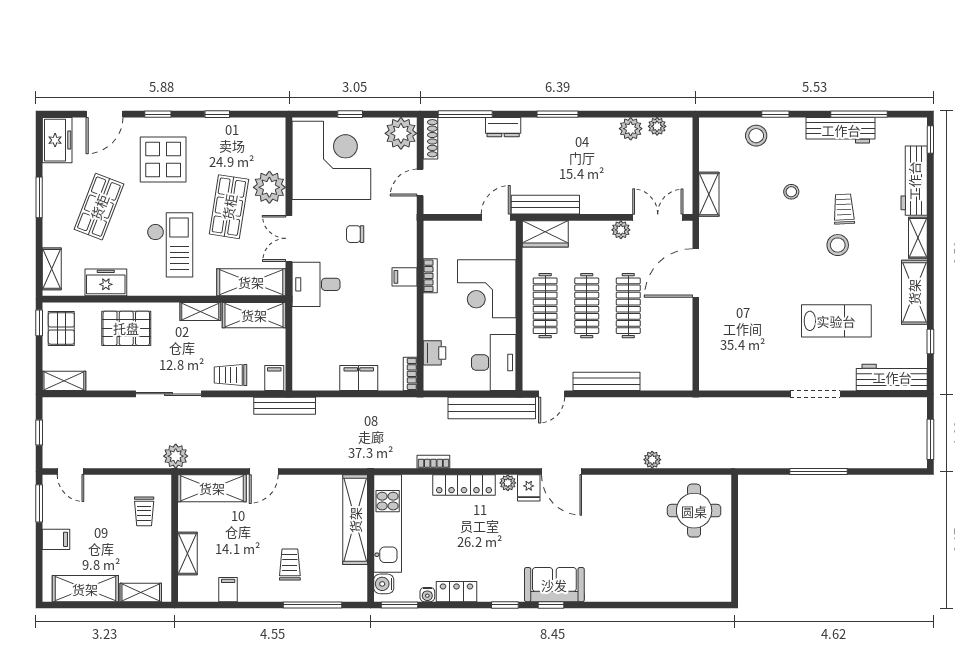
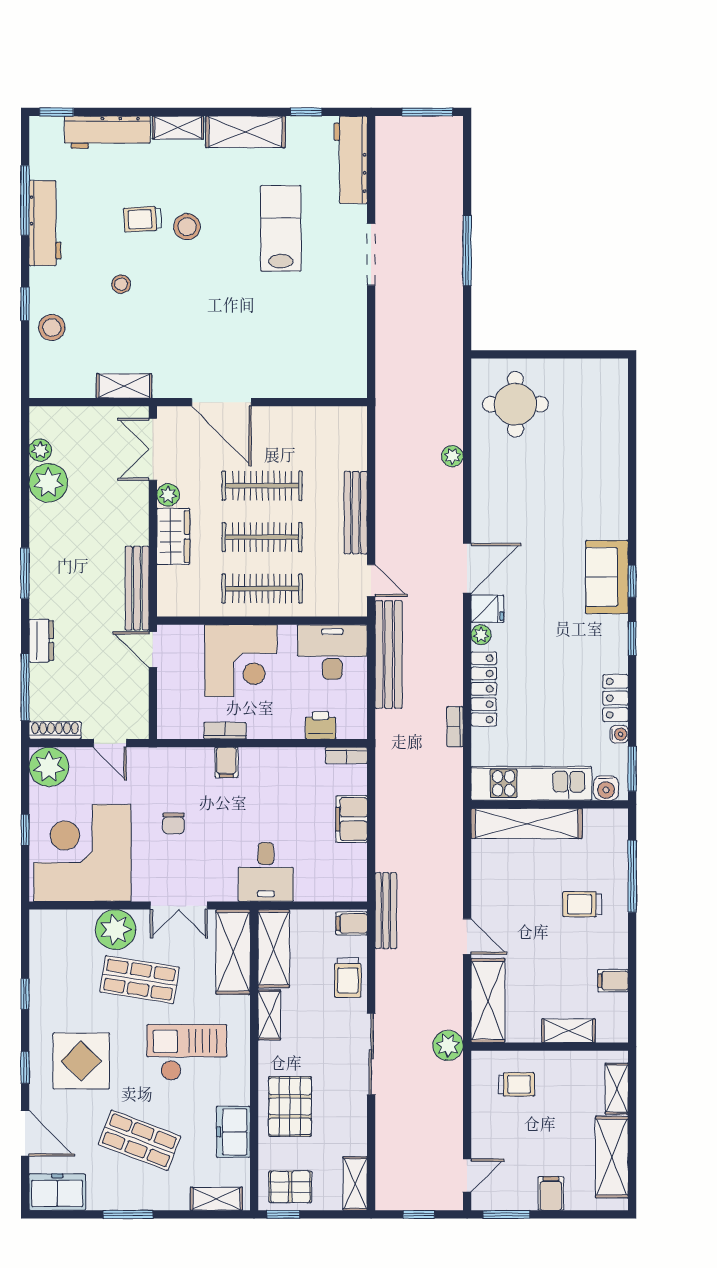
plant: (631, 129) -> (48, 483), width x1.36, depth x1.36
wardrobe: (545, 234) -> (173, 537), moved
desk: (316, 284) -> (266, 872), moved

